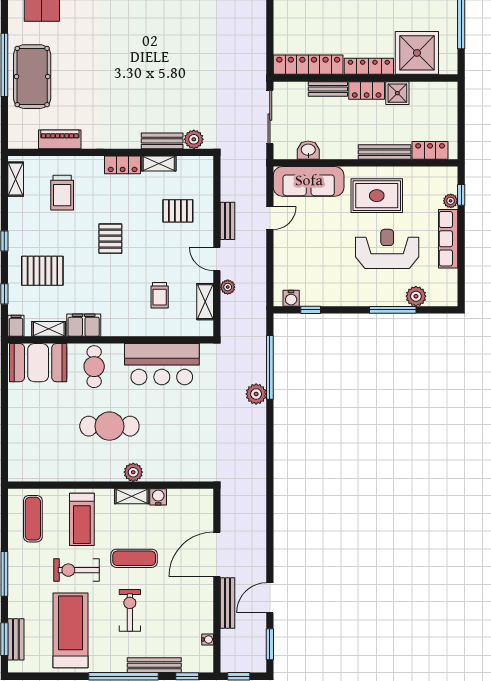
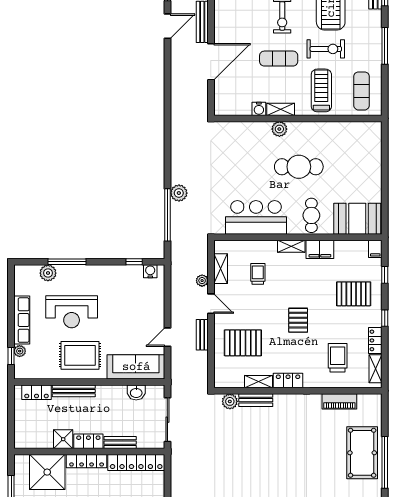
pallet: (178, 211) -> (243, 343), width x1.50, depth x1.42
locker: (16, 214) -> (375, 340), added
shelving: (49, 329) -> (291, 246), moved

